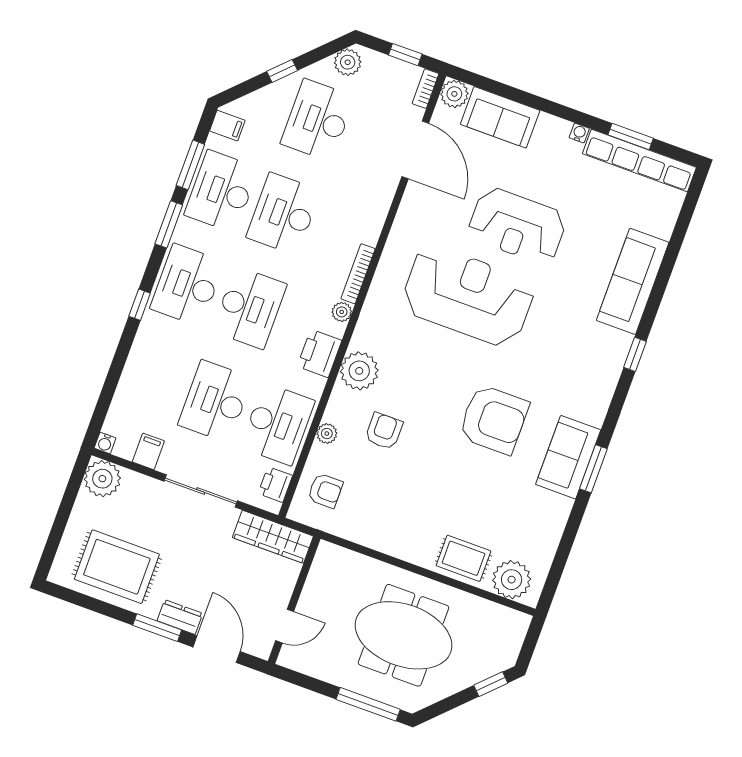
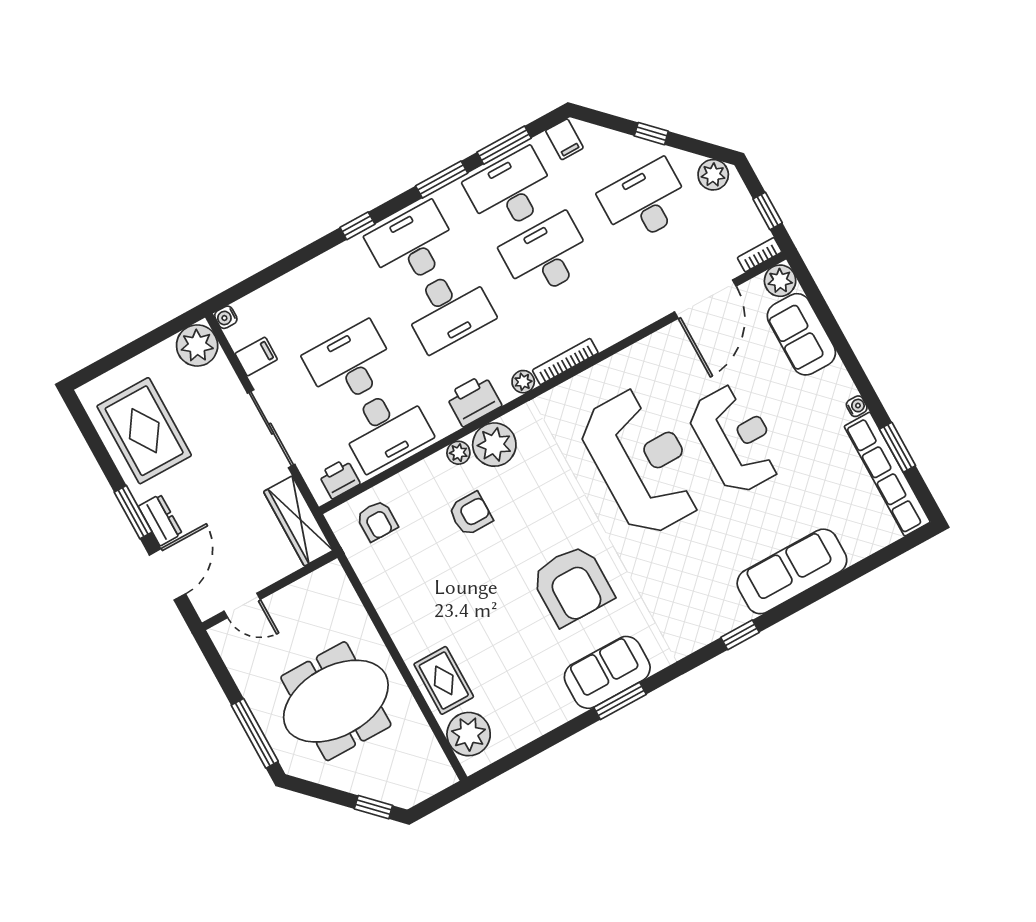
reception desk: (517, 226) -> (736, 439), turned 180
plant: (327, 434) -> (458, 453), moved
meeting table: (404, 635) -> (336, 701), turned 90

